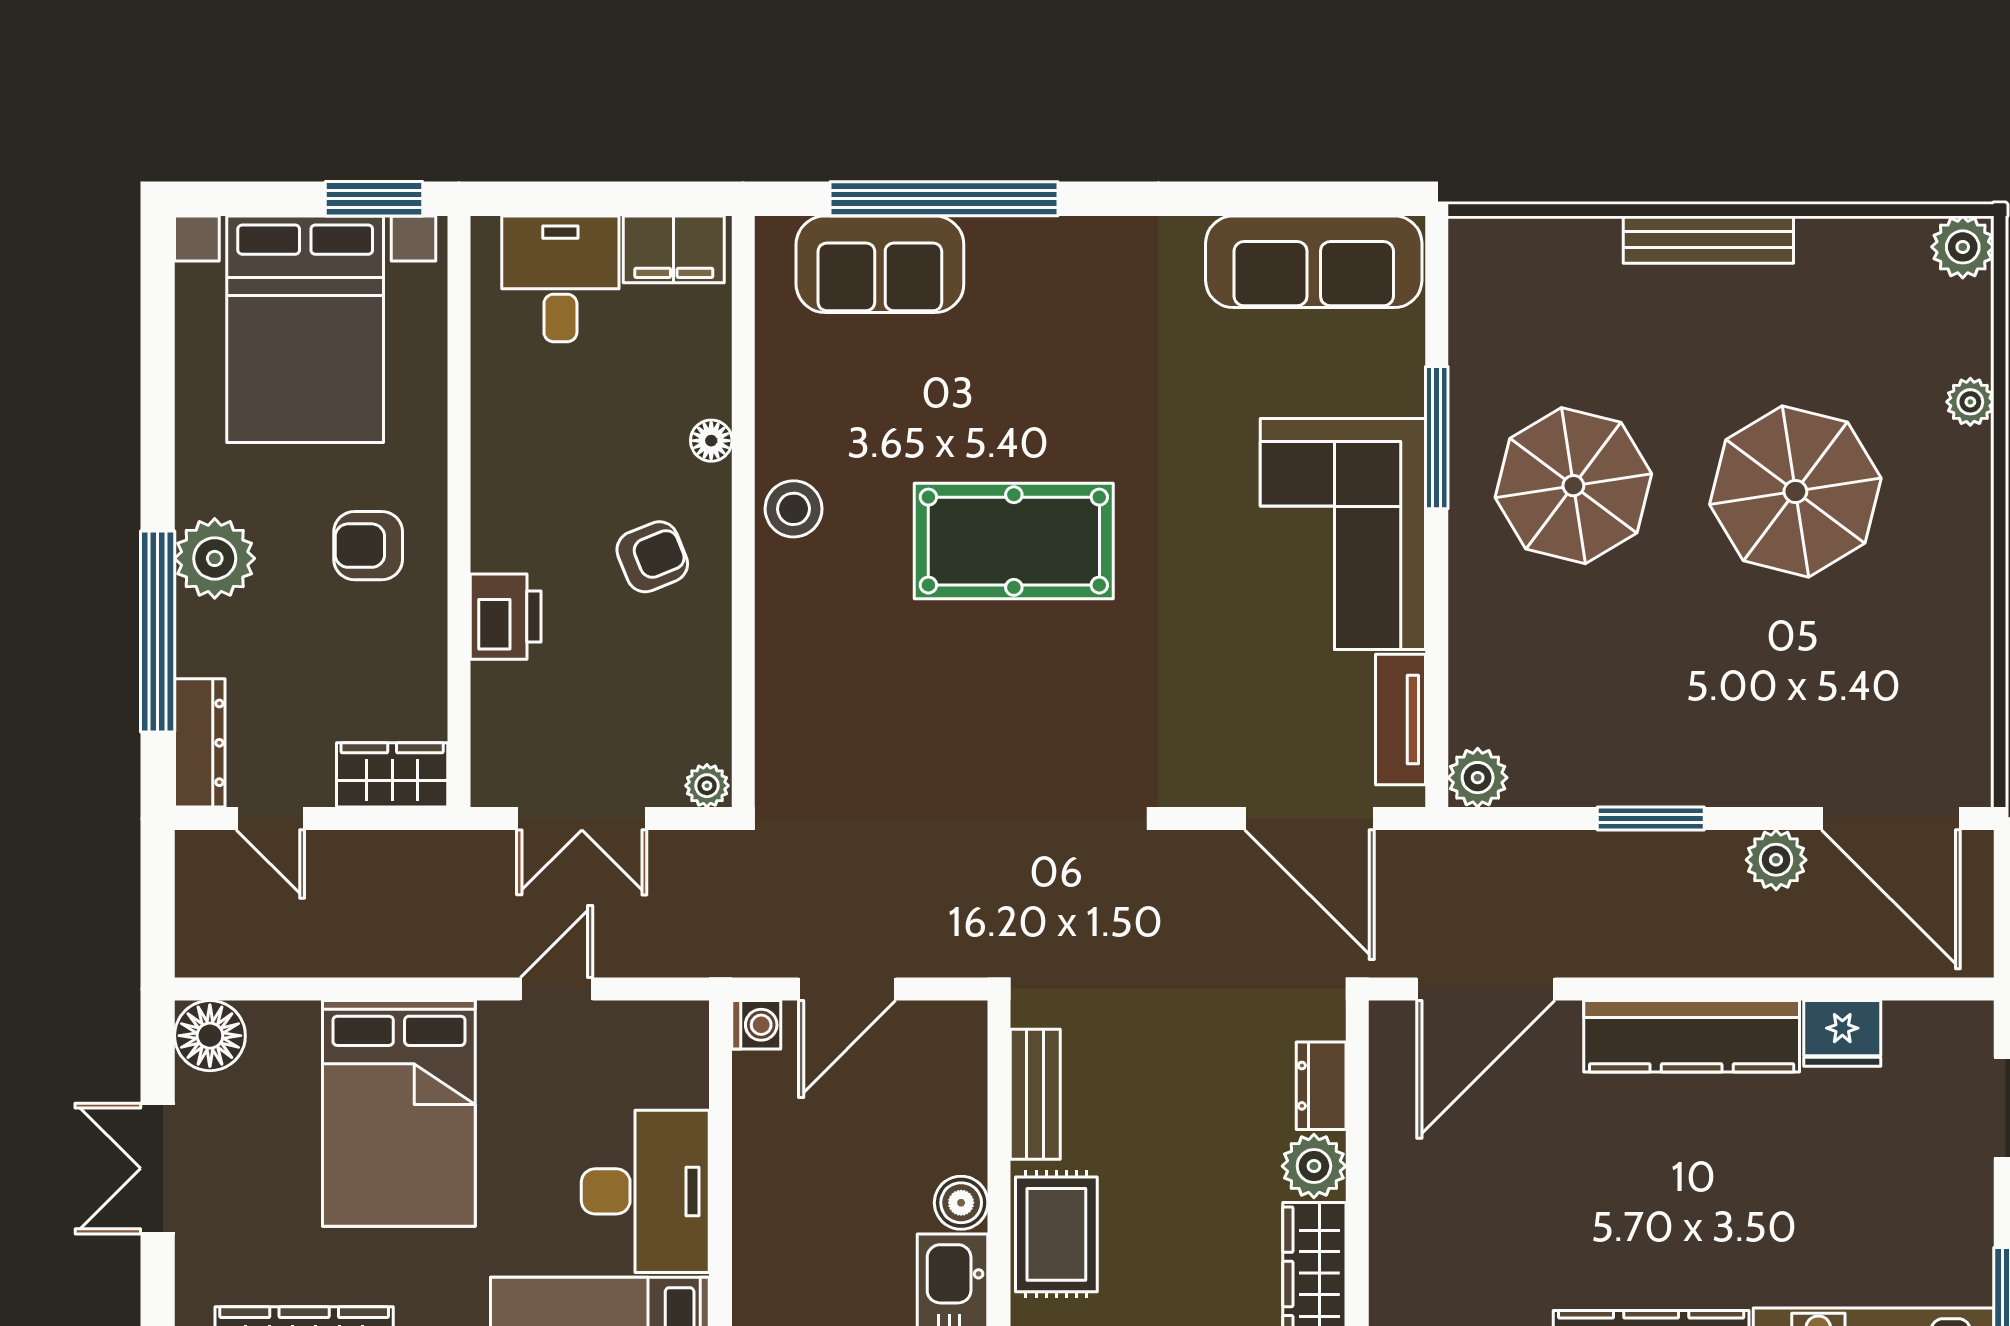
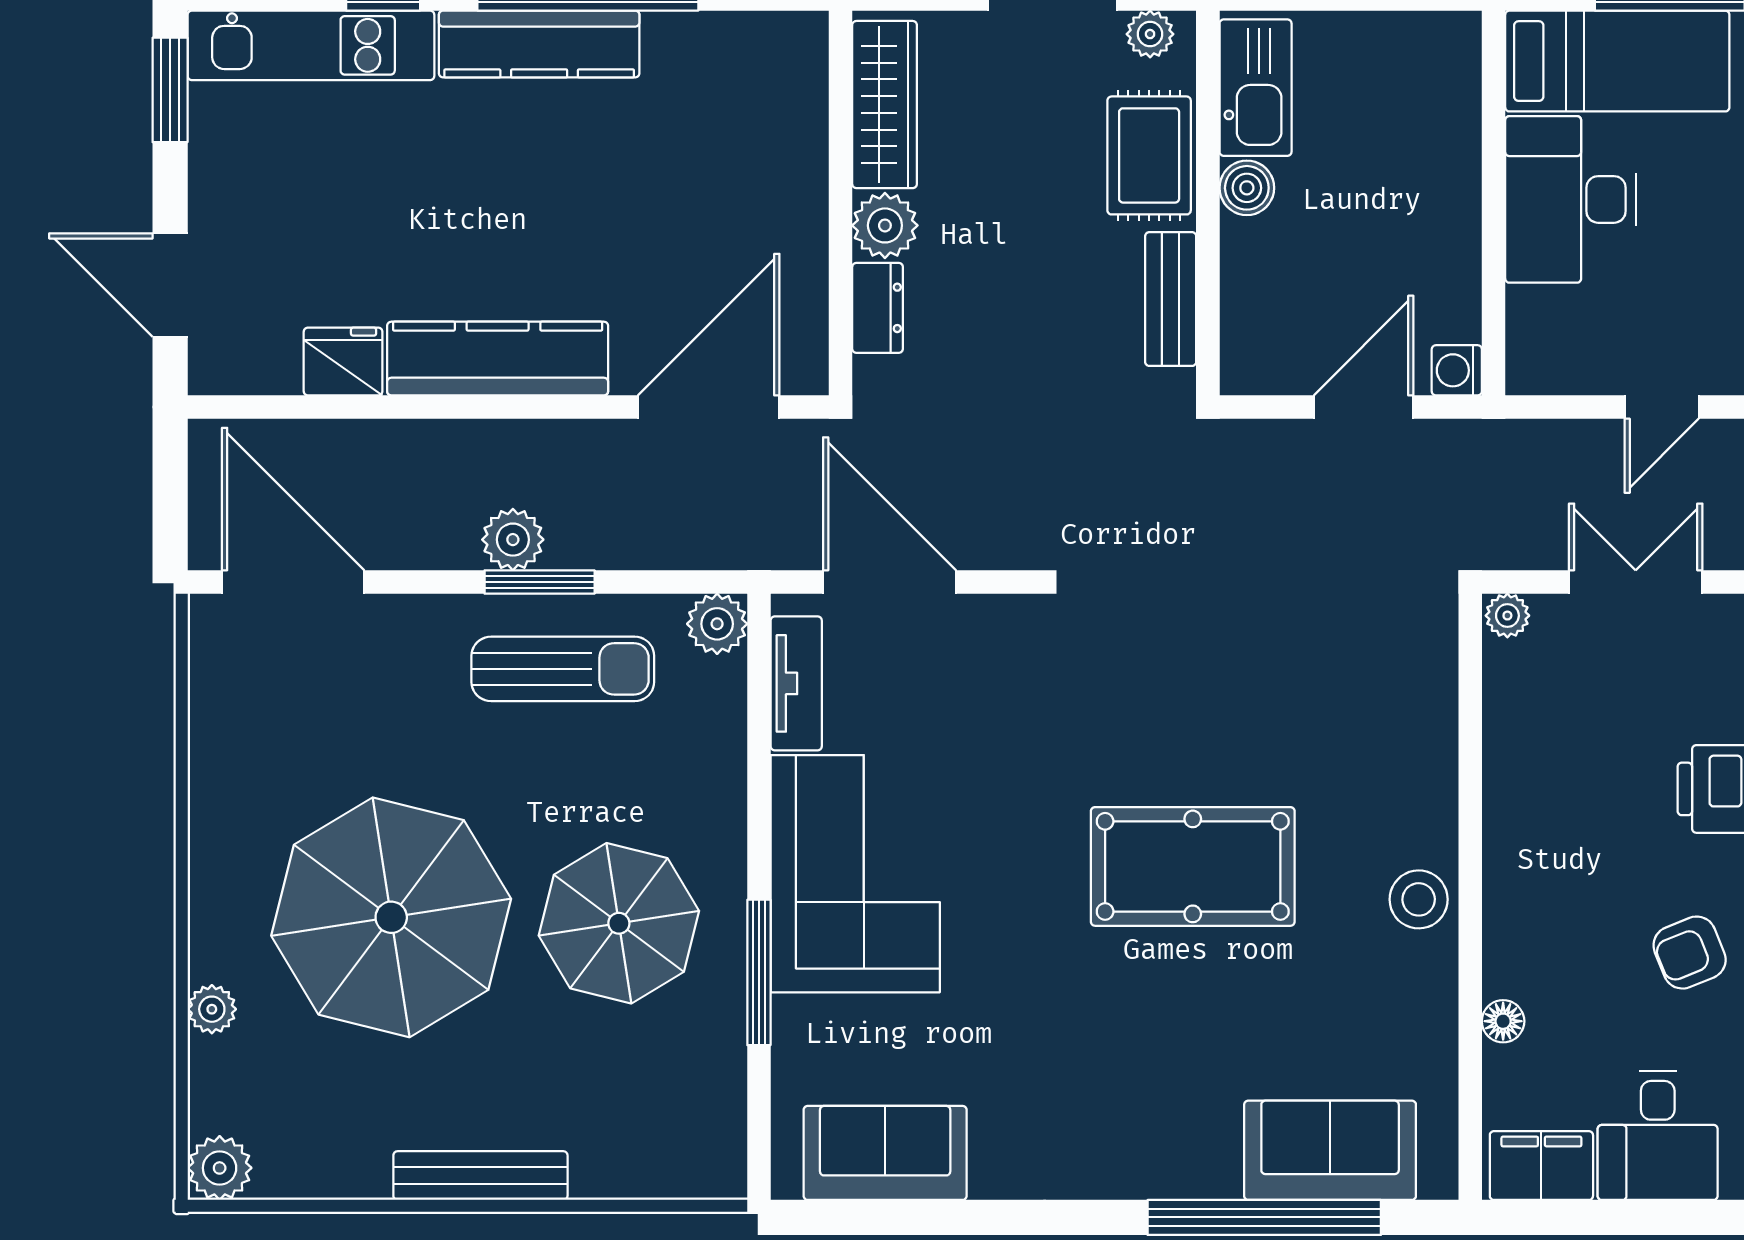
sofa: (1314, 262) -> (885, 1153), width x0.73
floor lamp: (711, 441) -> (1503, 1021), moved
parasol: (1795, 491) -> (391, 917), width x1.36, depth x1.36
armchair: (652, 557) -> (1690, 953), moved
sun lounger: (1628, 734) -> (563, 669), added
plant: (1776, 860) -> (513, 540), moved

